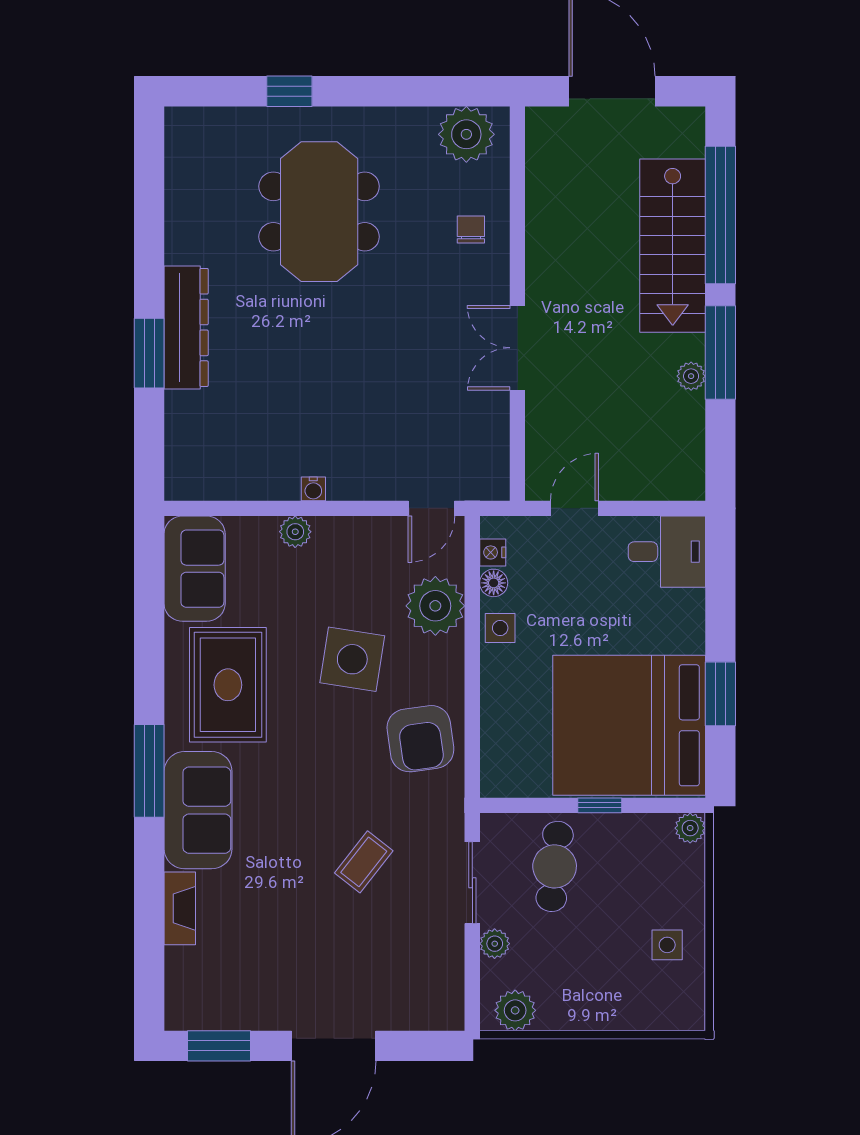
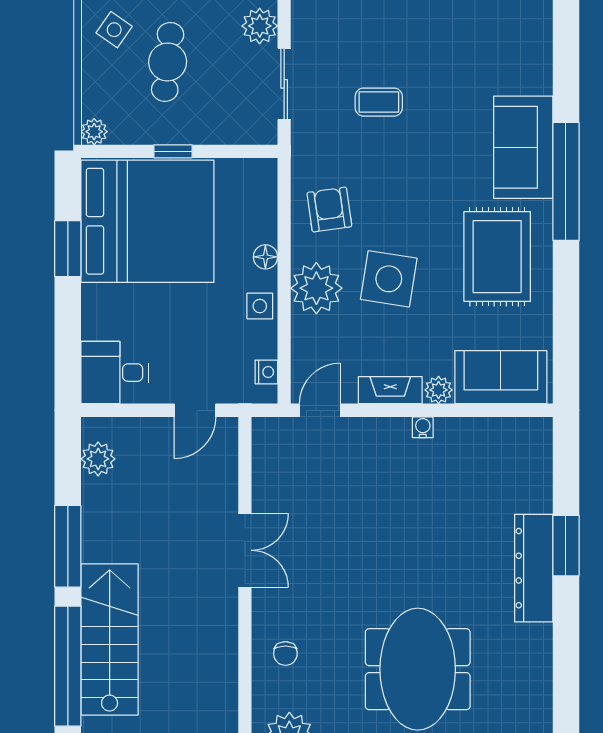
plant: (691, 376) -> (98, 459), moved, width x1.38, depth x1.38
sofa: (195, 569) -> (501, 377), moved, turned 90
floor lamp: (494, 583) -> (265, 257), moved
plant: (435, 606) -> (316, 288), moved
armchair: (420, 739) -> (329, 210), width x0.72, depth x0.72
window: (149, 771) -> (566, 181), width x1.46
coffee table: (364, 862) -> (379, 102), turned 52
cafe table: (555, 866) -> (168, 62), moved
fireplace: (180, 908) -> (390, 390), moved, turned 90
plant: (495, 944) -> (260, 26), width x1.38, depth x1.38
side table: (667, 945) -> (114, 30), turned 35

